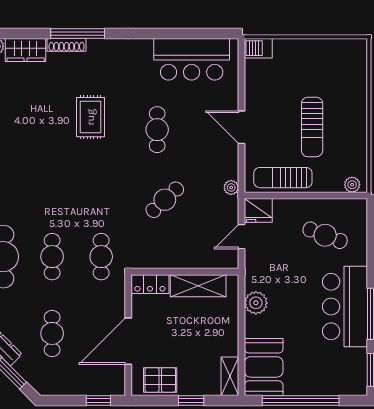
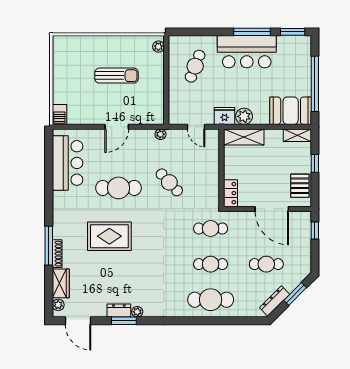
rug: (90, 117) -> (109, 236), width x1.36, depth x1.43
cafe table: (157, 130) -> (118, 188), width x1.37, depth x1.35
sun lounger: (283, 178) -> (153, 97), removed
fridge: (258, 210) -> (225, 116), moved, turned -90
shelving: (198, 286) -> (244, 137), moved, turned 90

